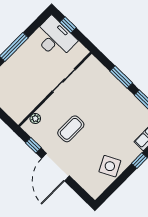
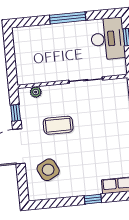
side table: (110, 166) -> (48, 170), moved

